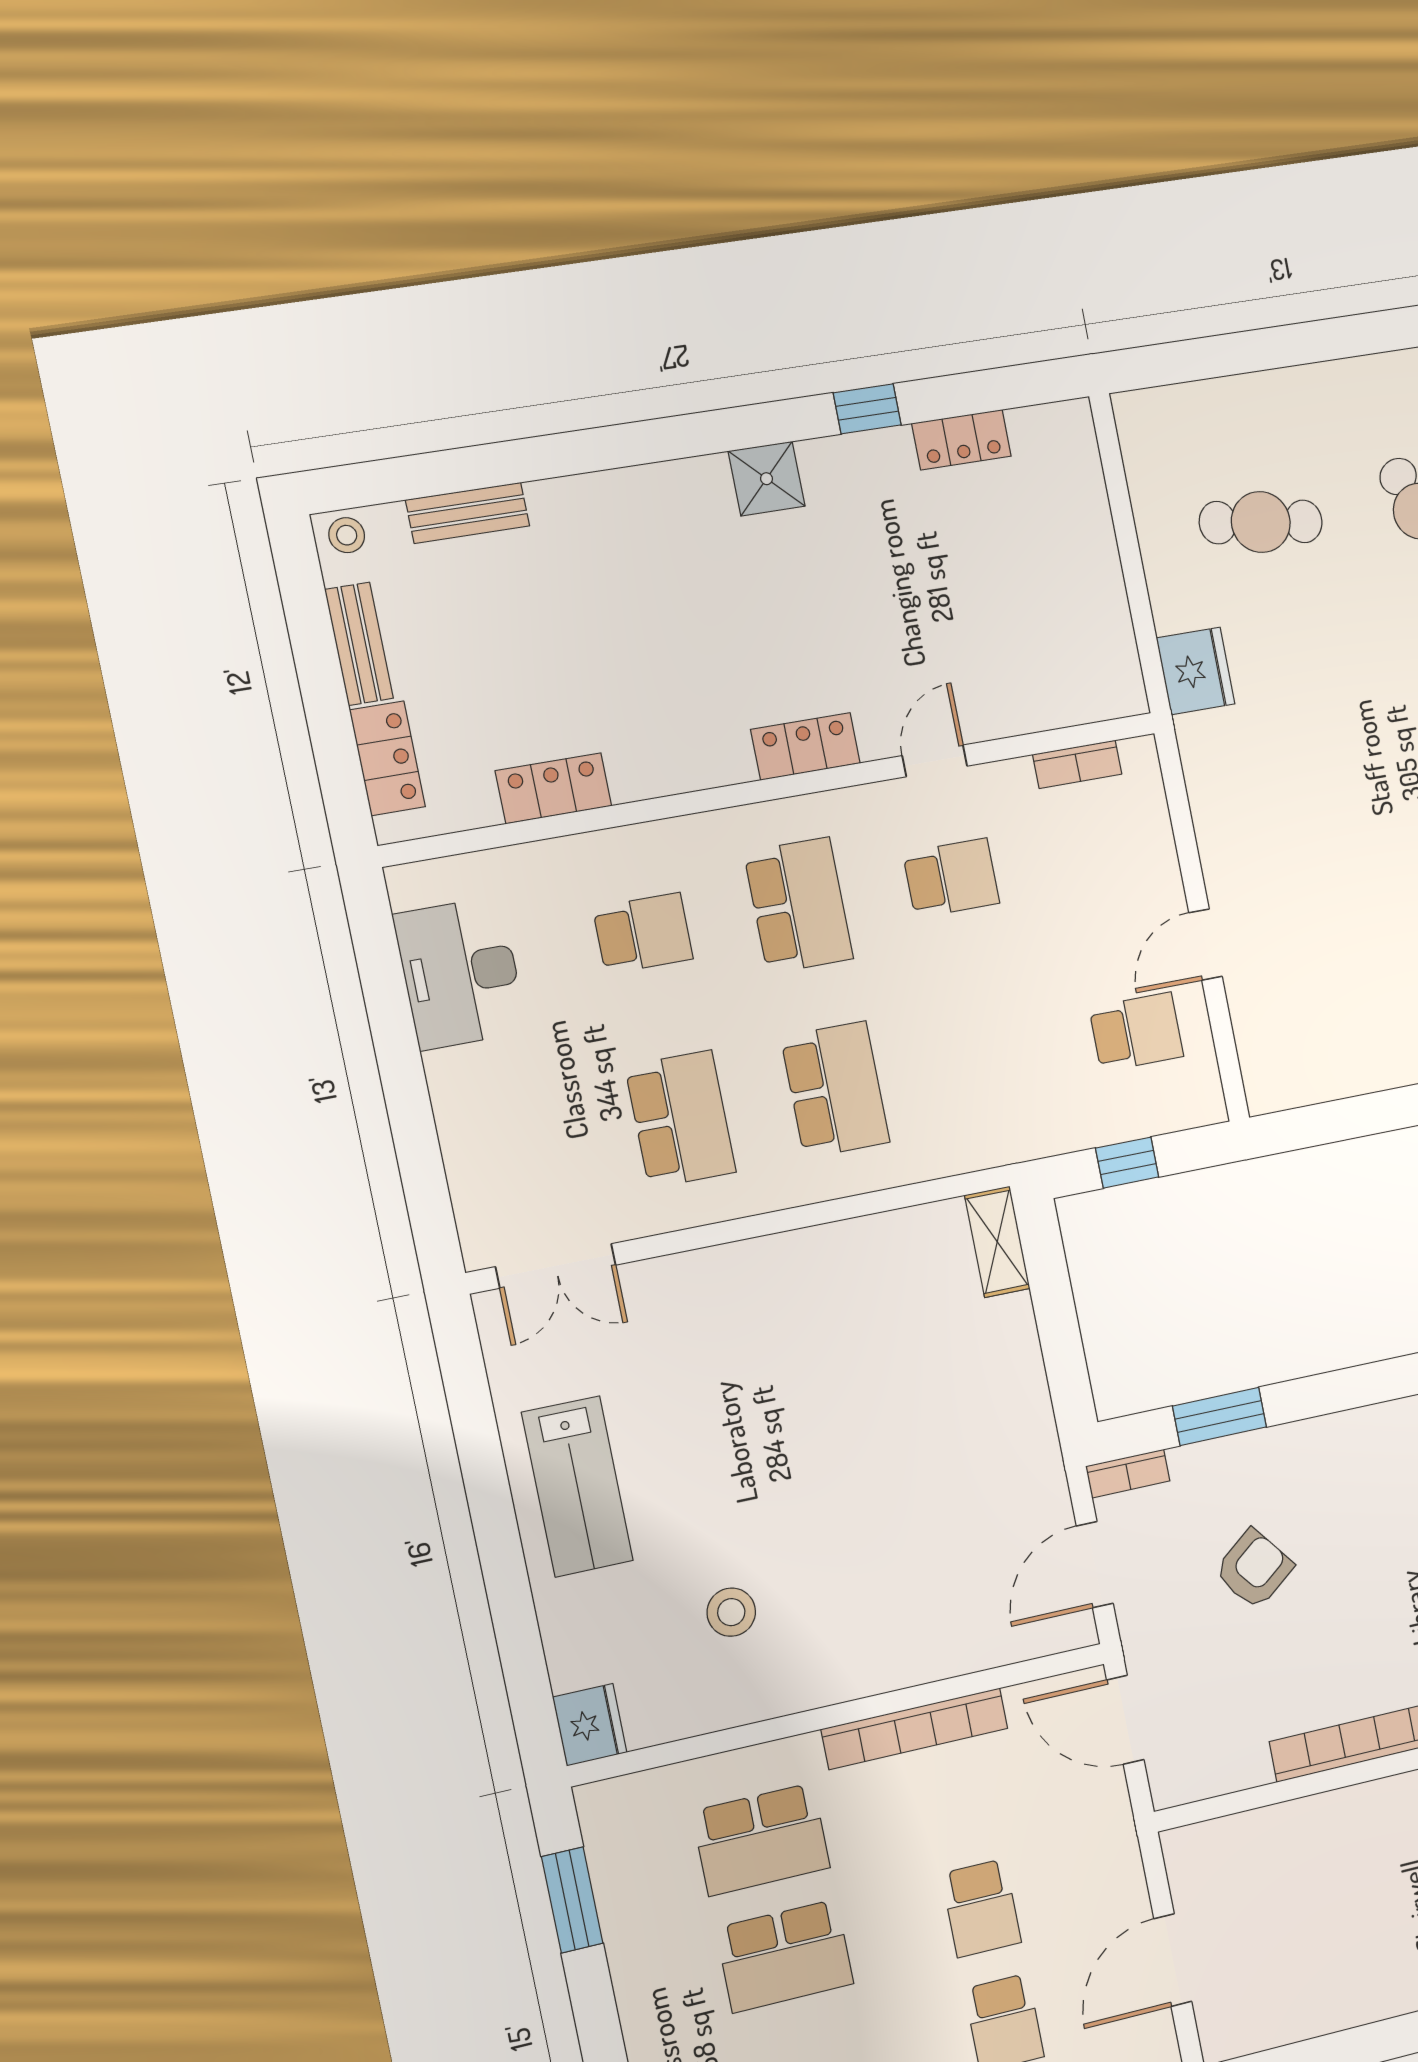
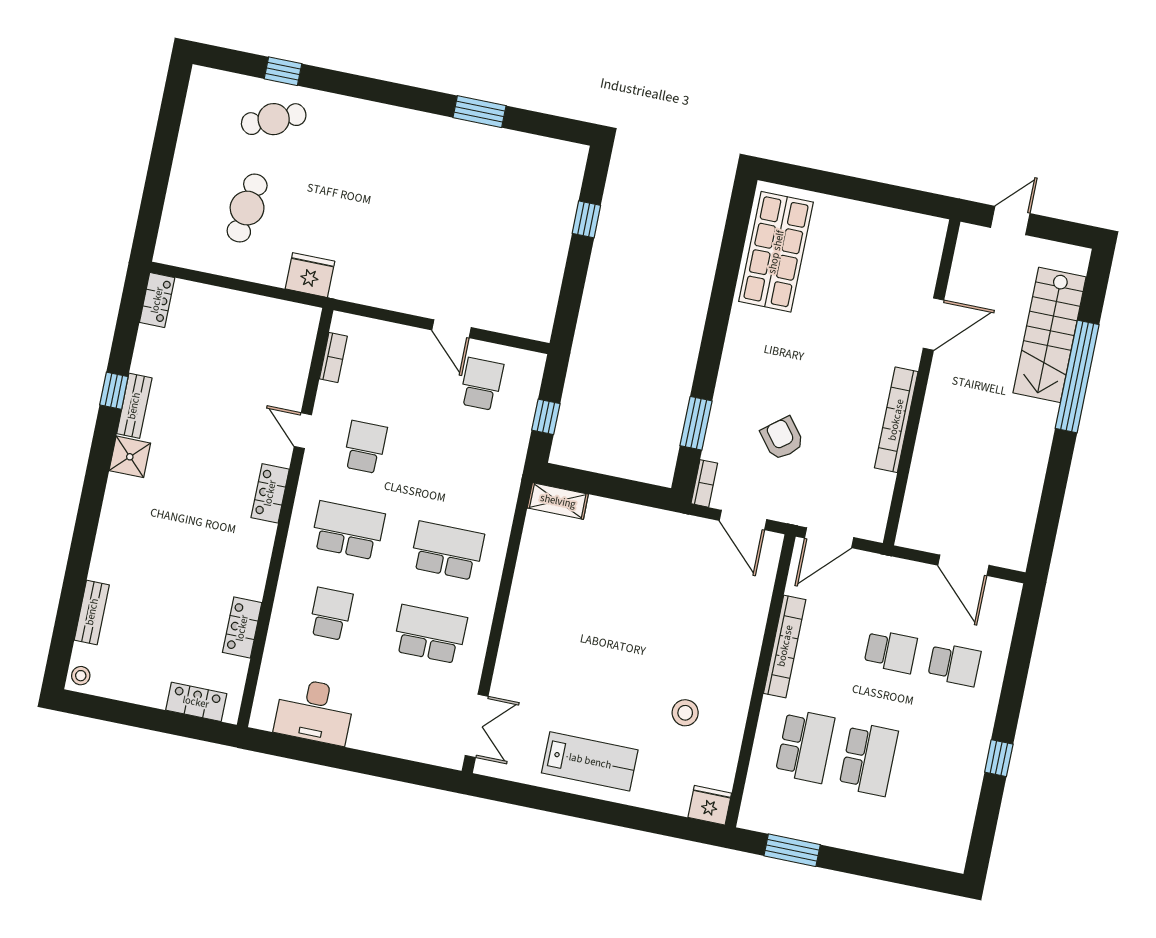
locker: (961, 440) -> (157, 300), moved
bench: (359, 644) -> (134, 406), moved, turned 90

